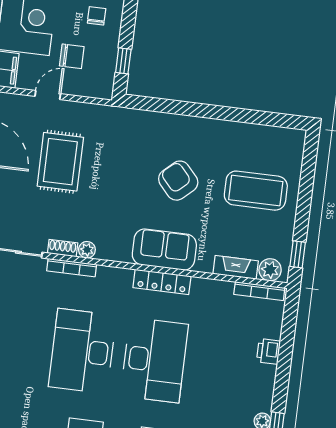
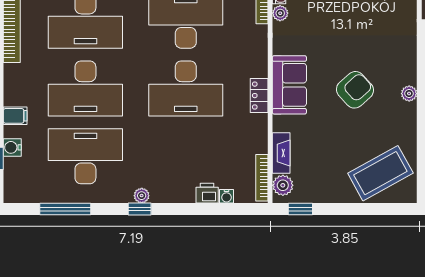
plant: (189, 124) -> (409, 94), added
coffee table: (256, 191) -> (380, 173), moved, turned 61
locker: (162, 282) -> (259, 96), width x0.66
water cooler: (274, 331) -> (227, 196), added

